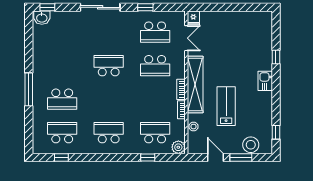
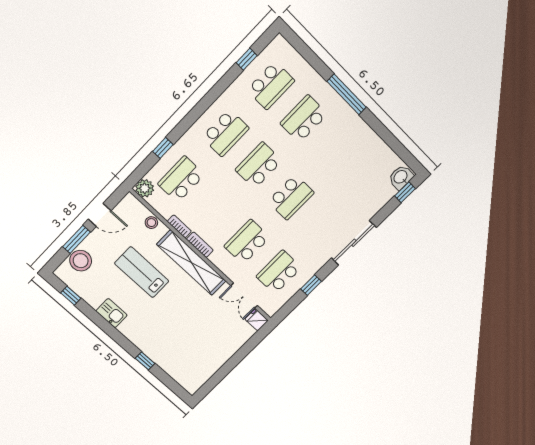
kitchen sink: (265, 81) -> (112, 313), moved
school desk: (109, 99) -> (259, 165), added
lab bench: (226, 106) -> (142, 272), turned 180
school desk: (155, 133) -> (181, 179), turned 180

